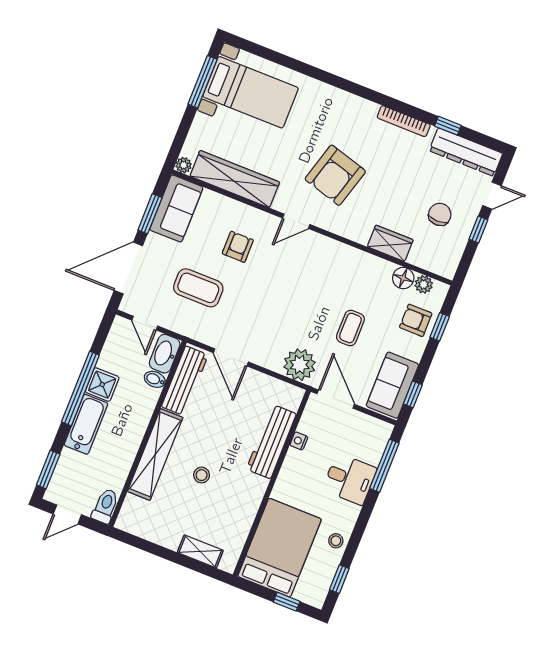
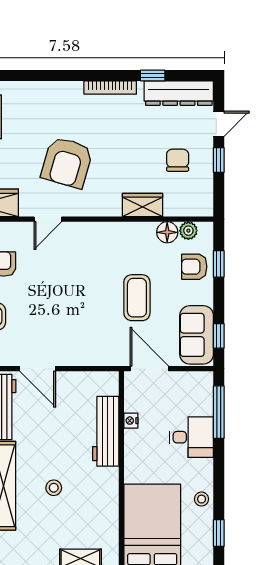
coffee table: (350, 328) -> (137, 298), width x1.36, depth x1.30
plant: (300, 365) -> (104, 350), removed

